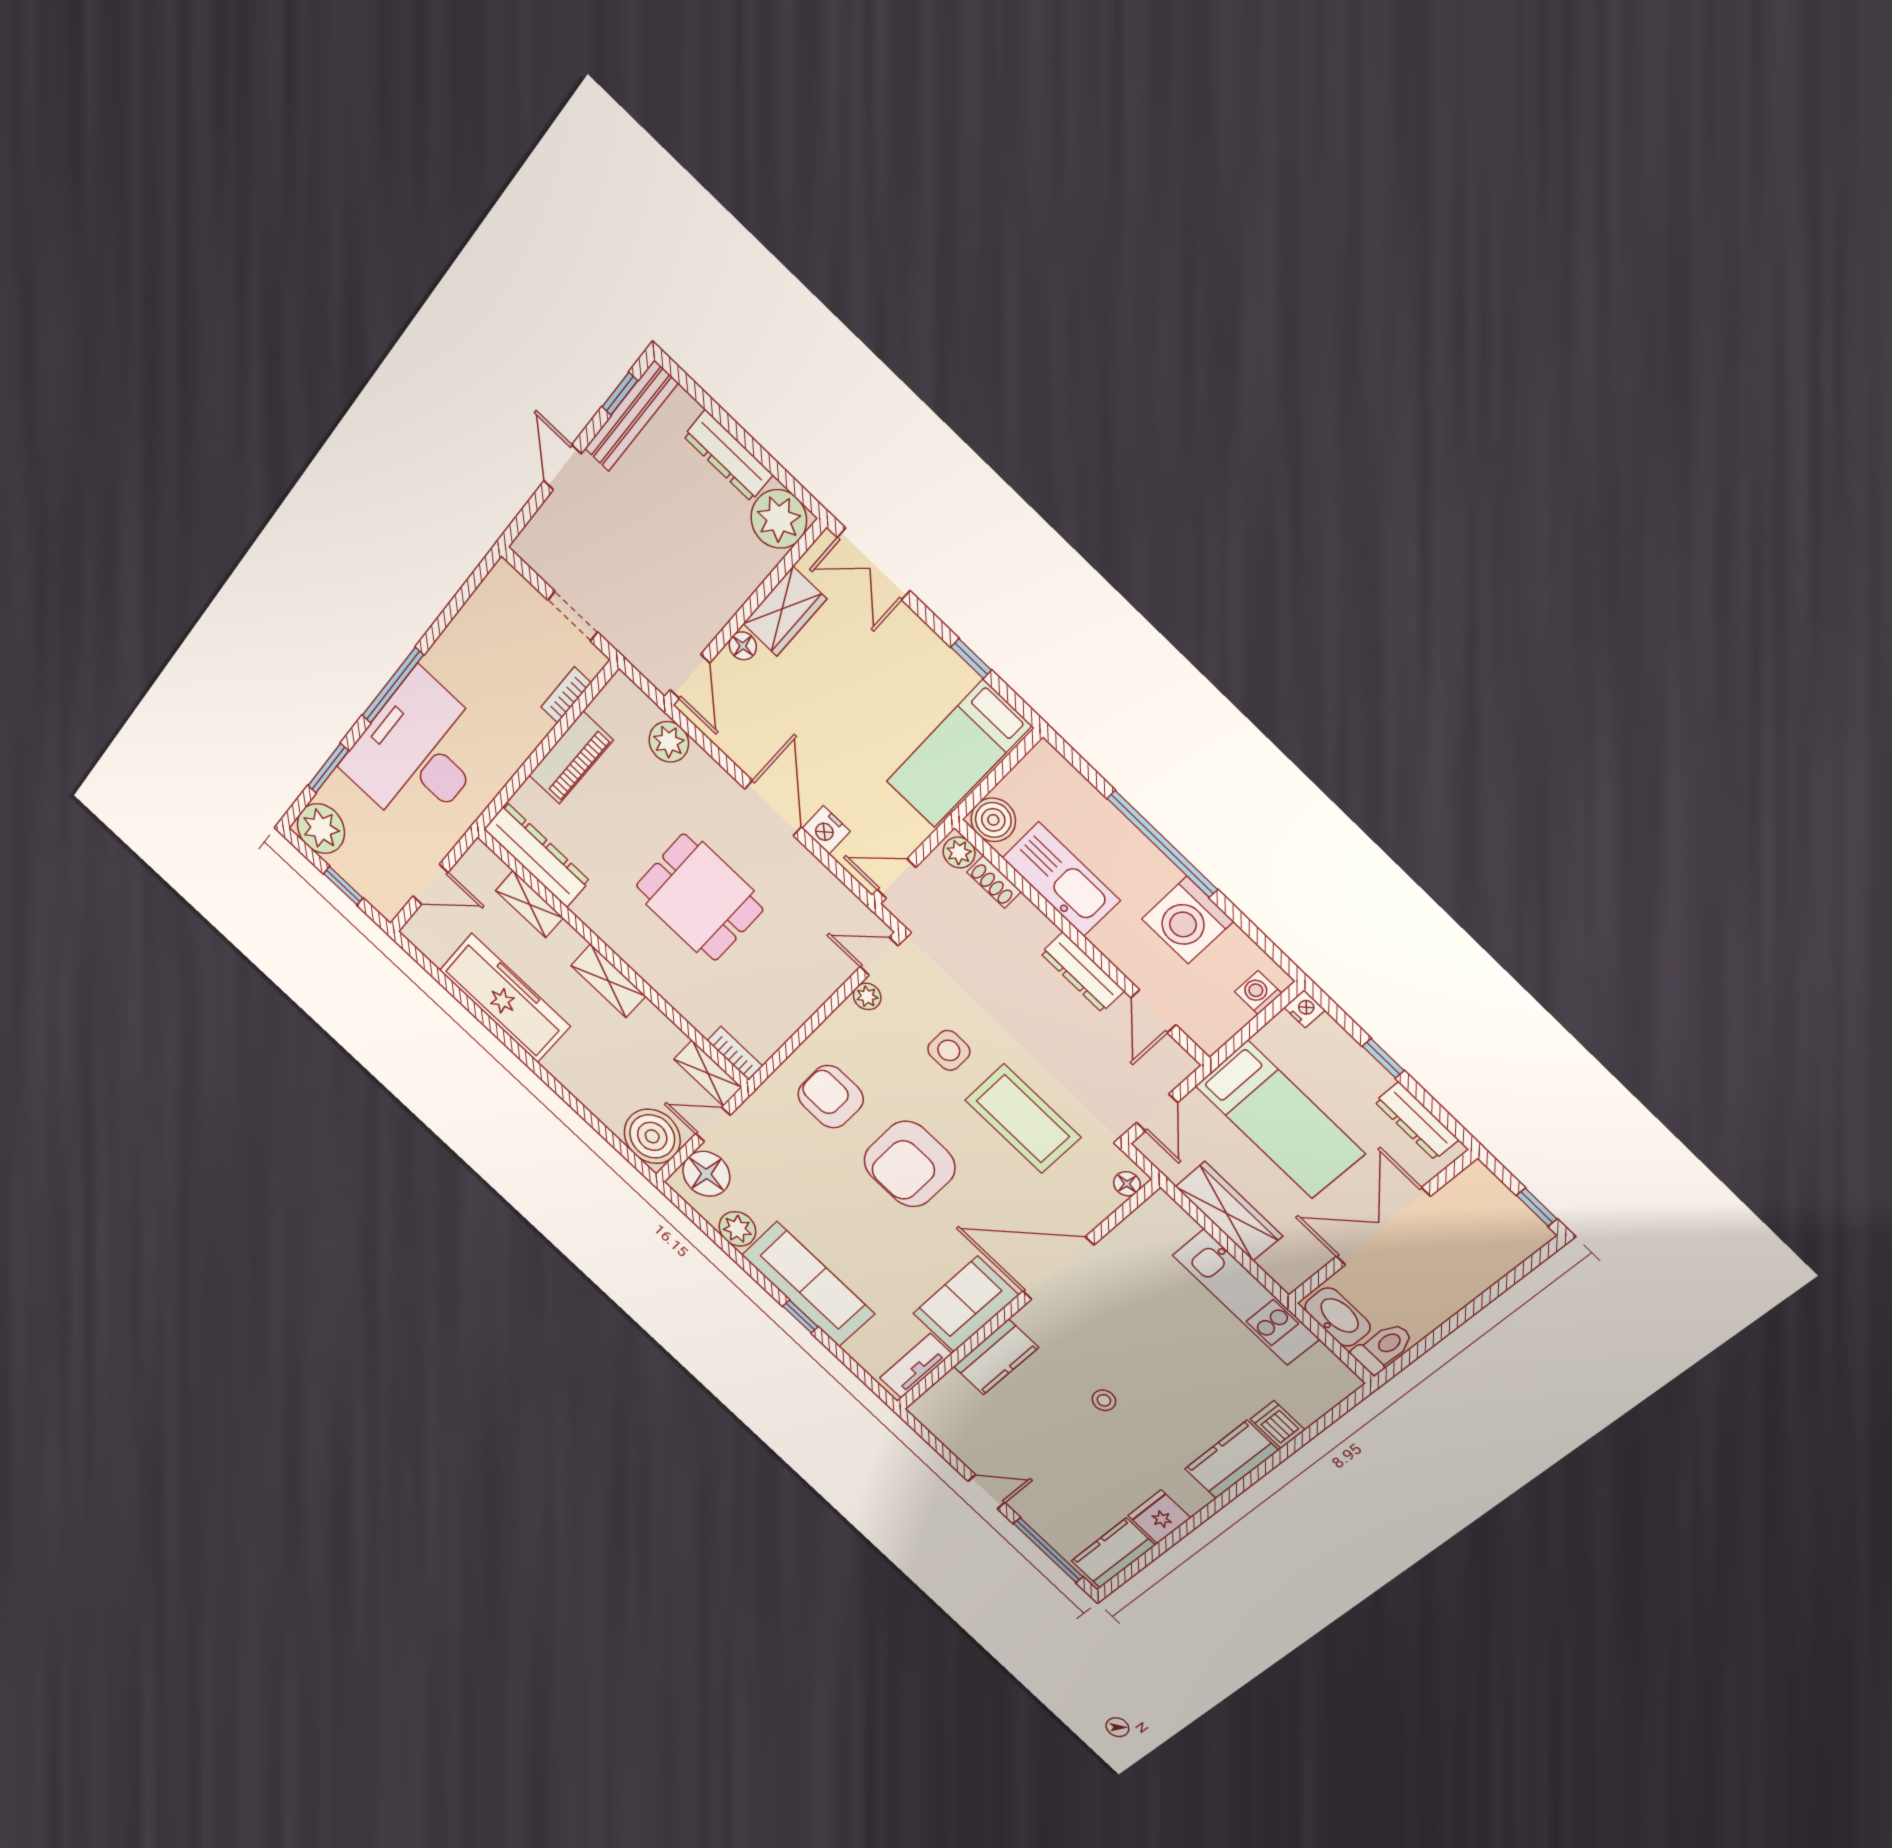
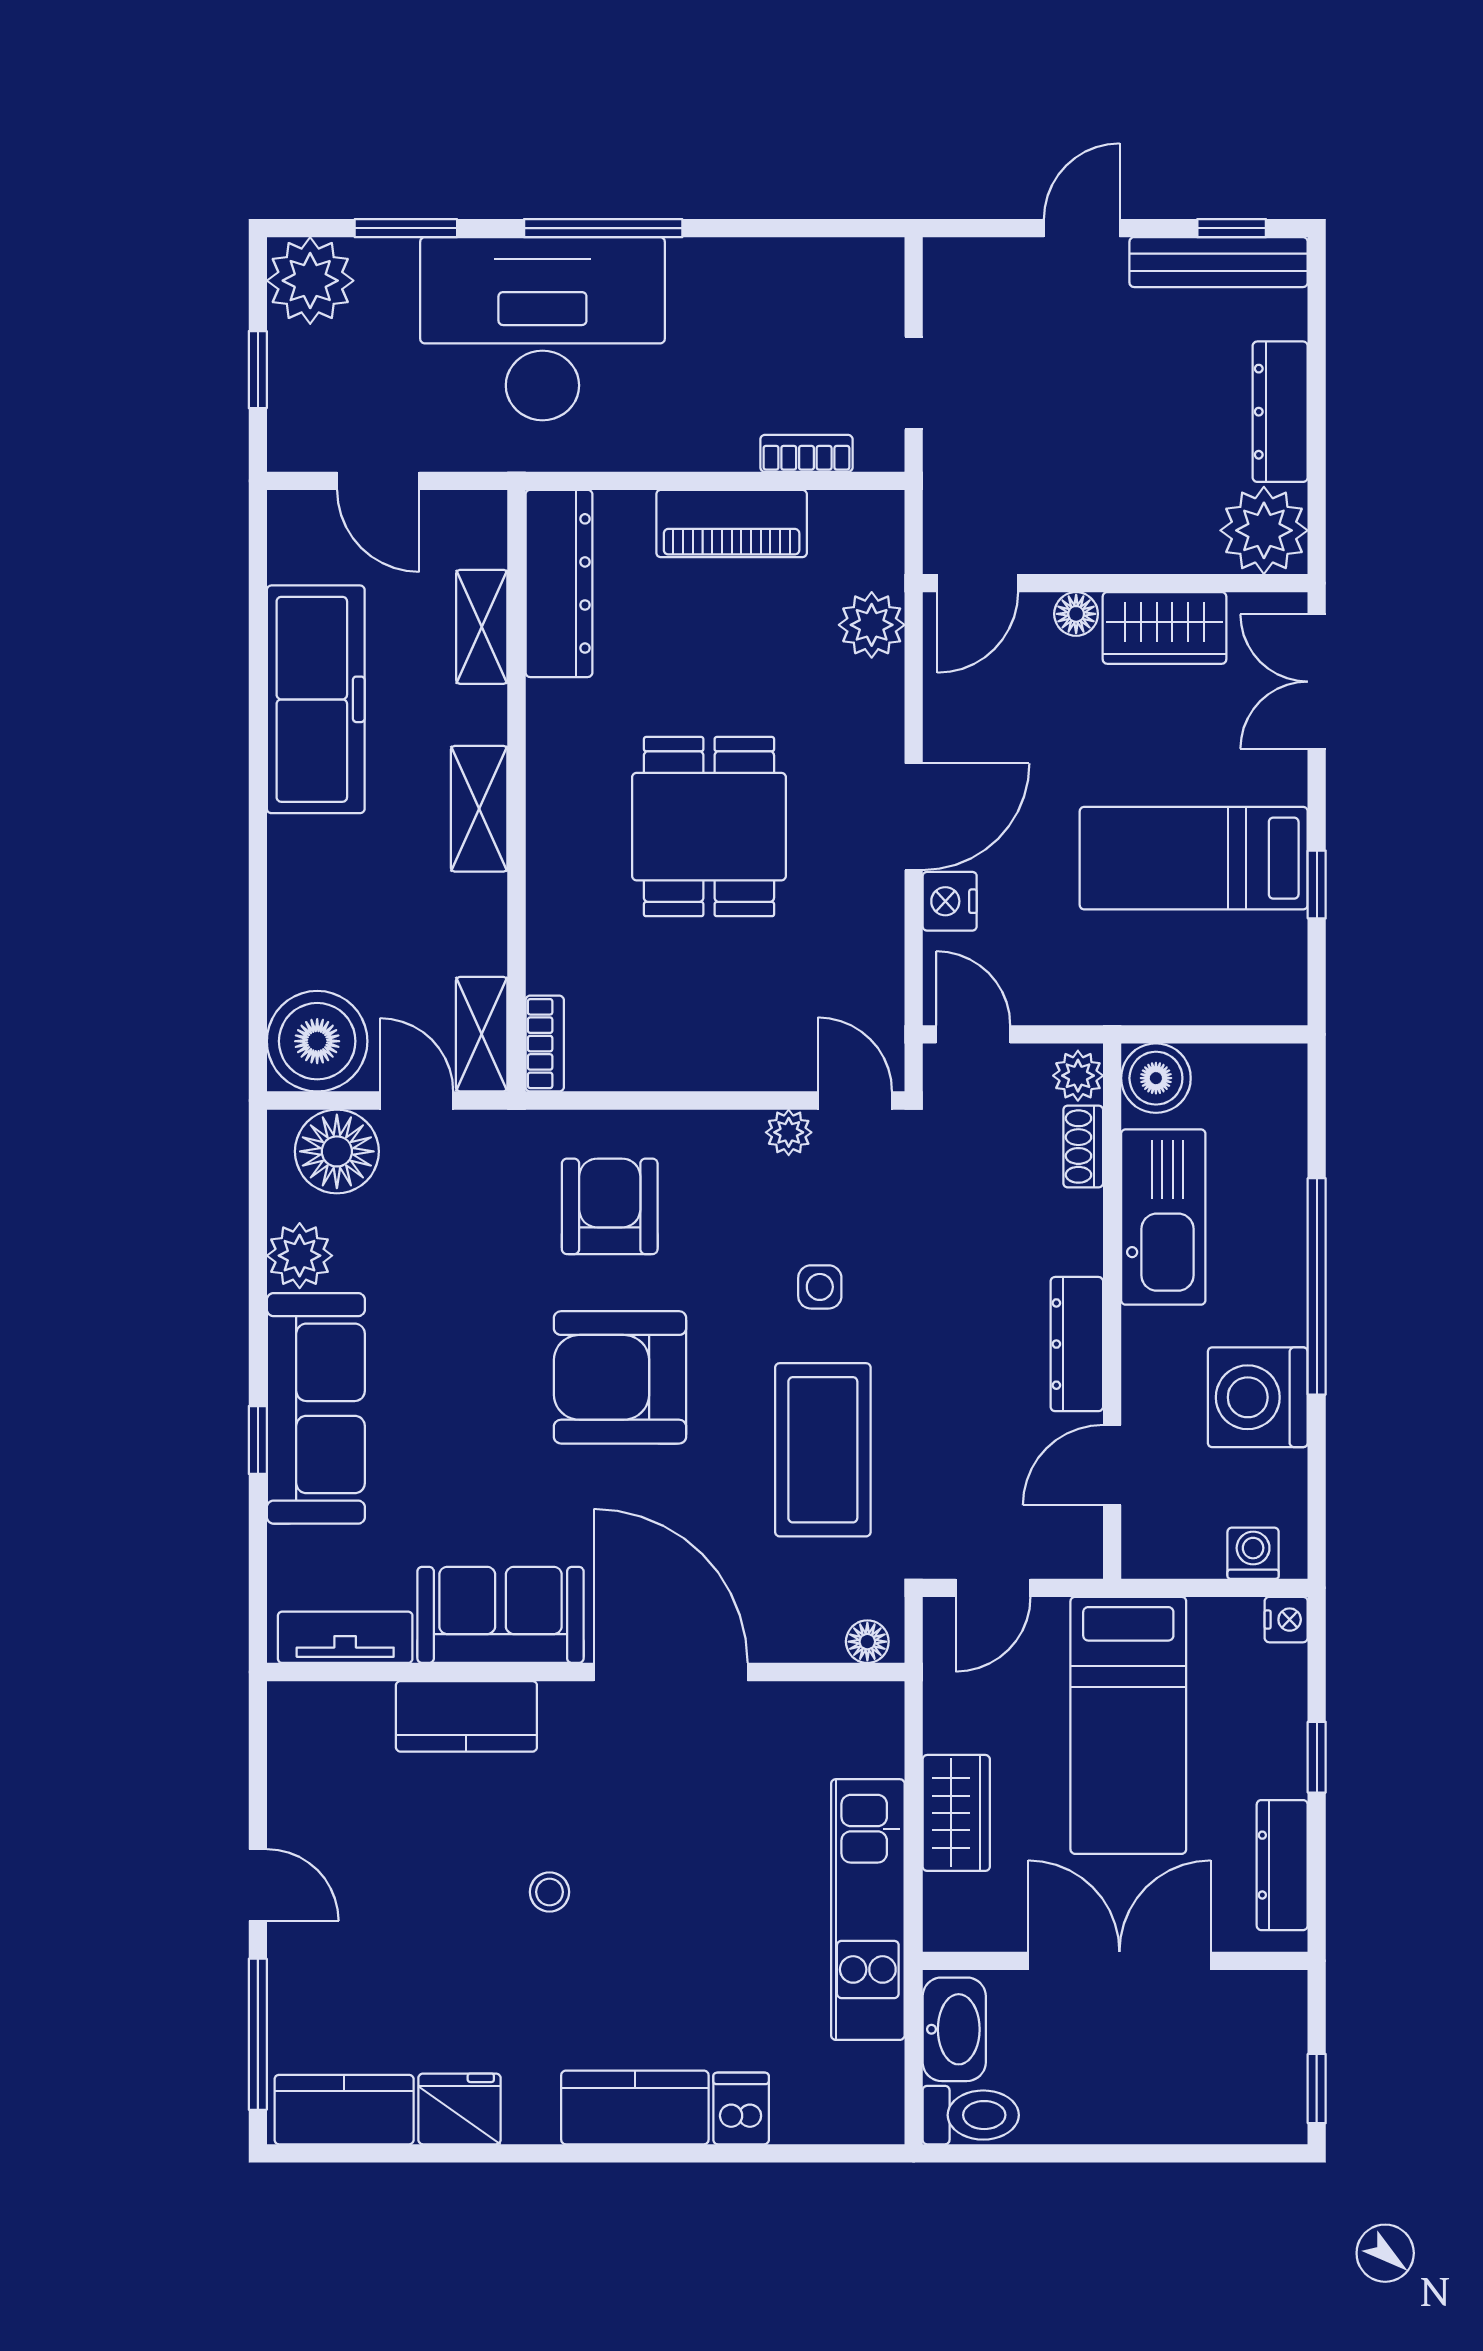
bed: (958, 754) -> (1194, 858), moved
side table: (949, 1050) -> (820, 1287), width x0.73, depth x0.73
wardrobe: (1229, 1211) -> (956, 1813), width x0.67

